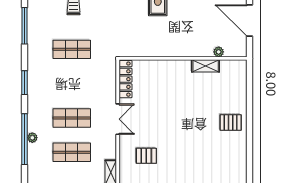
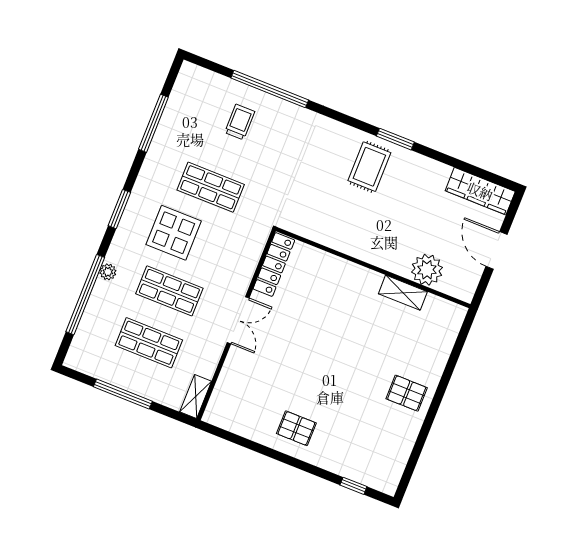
door: (249, 20) -> (497, 250), width x0.73
plant: (219, 52) -> (427, 270), width x1.88, depth x1.88
display table: (61, 84) -> (174, 233), added
plant: (32, 138) -> (108, 272), moved
pallet: (146, 156) -> (296, 428), moved

